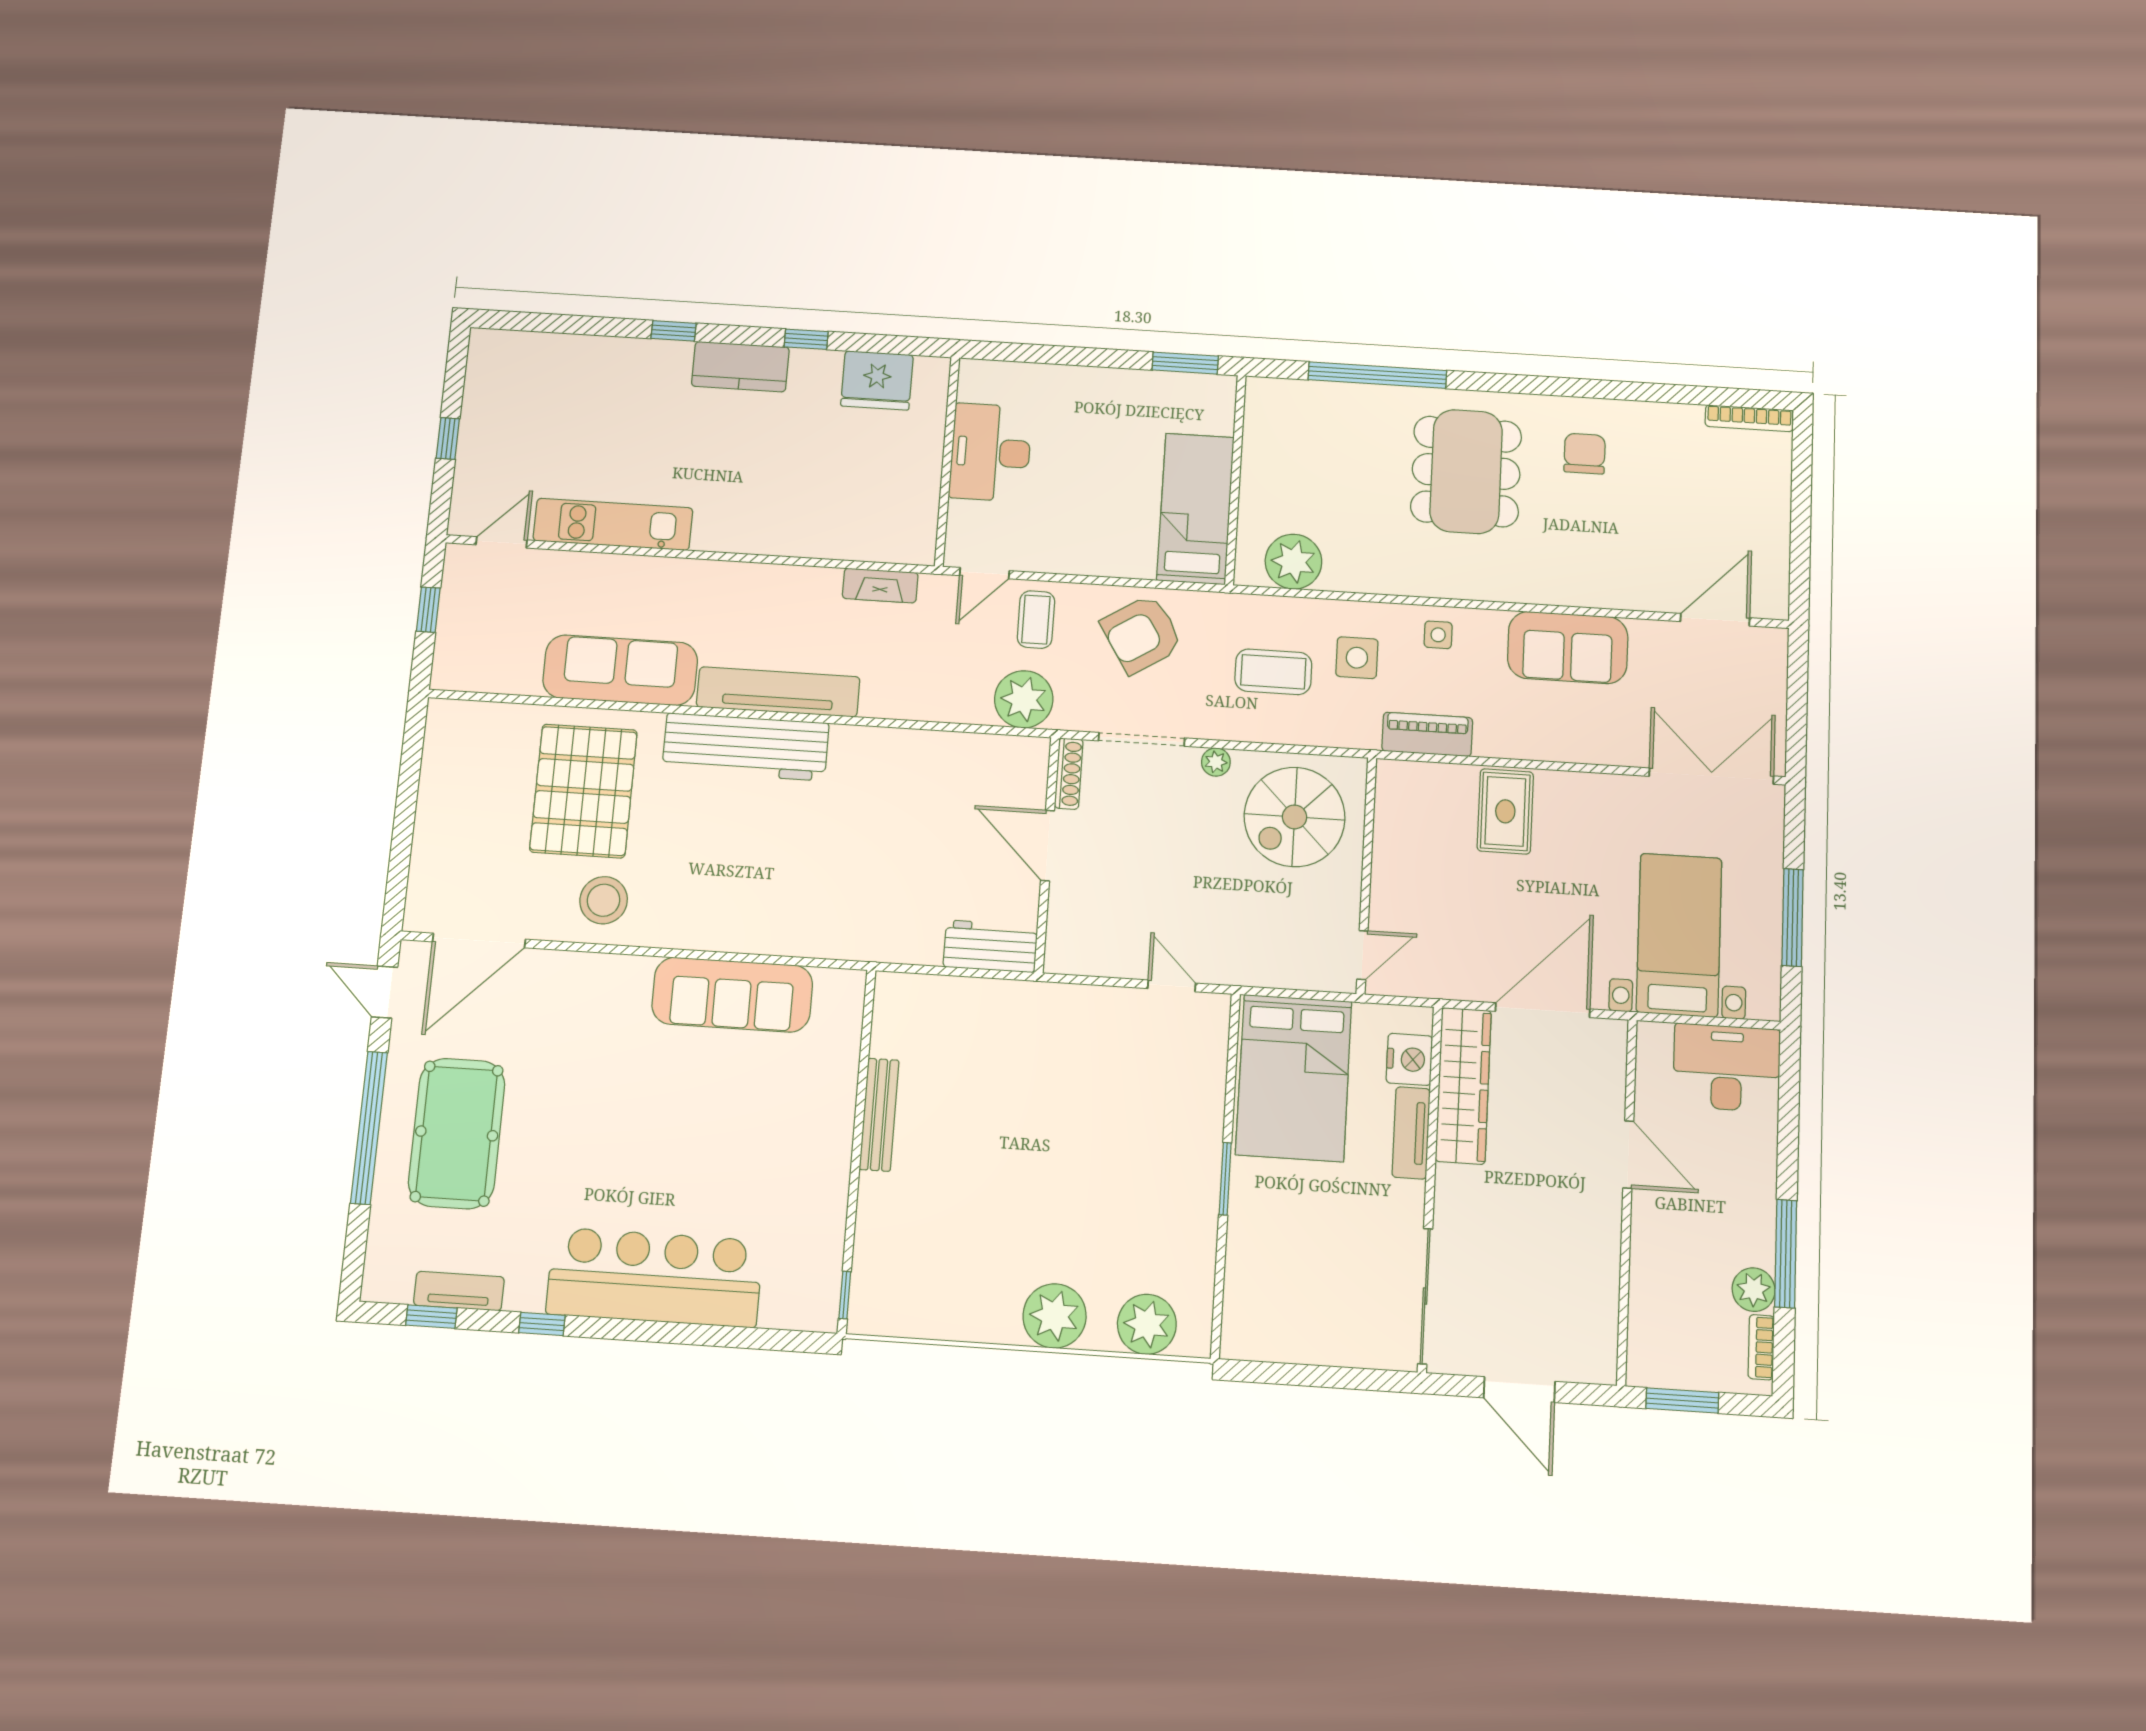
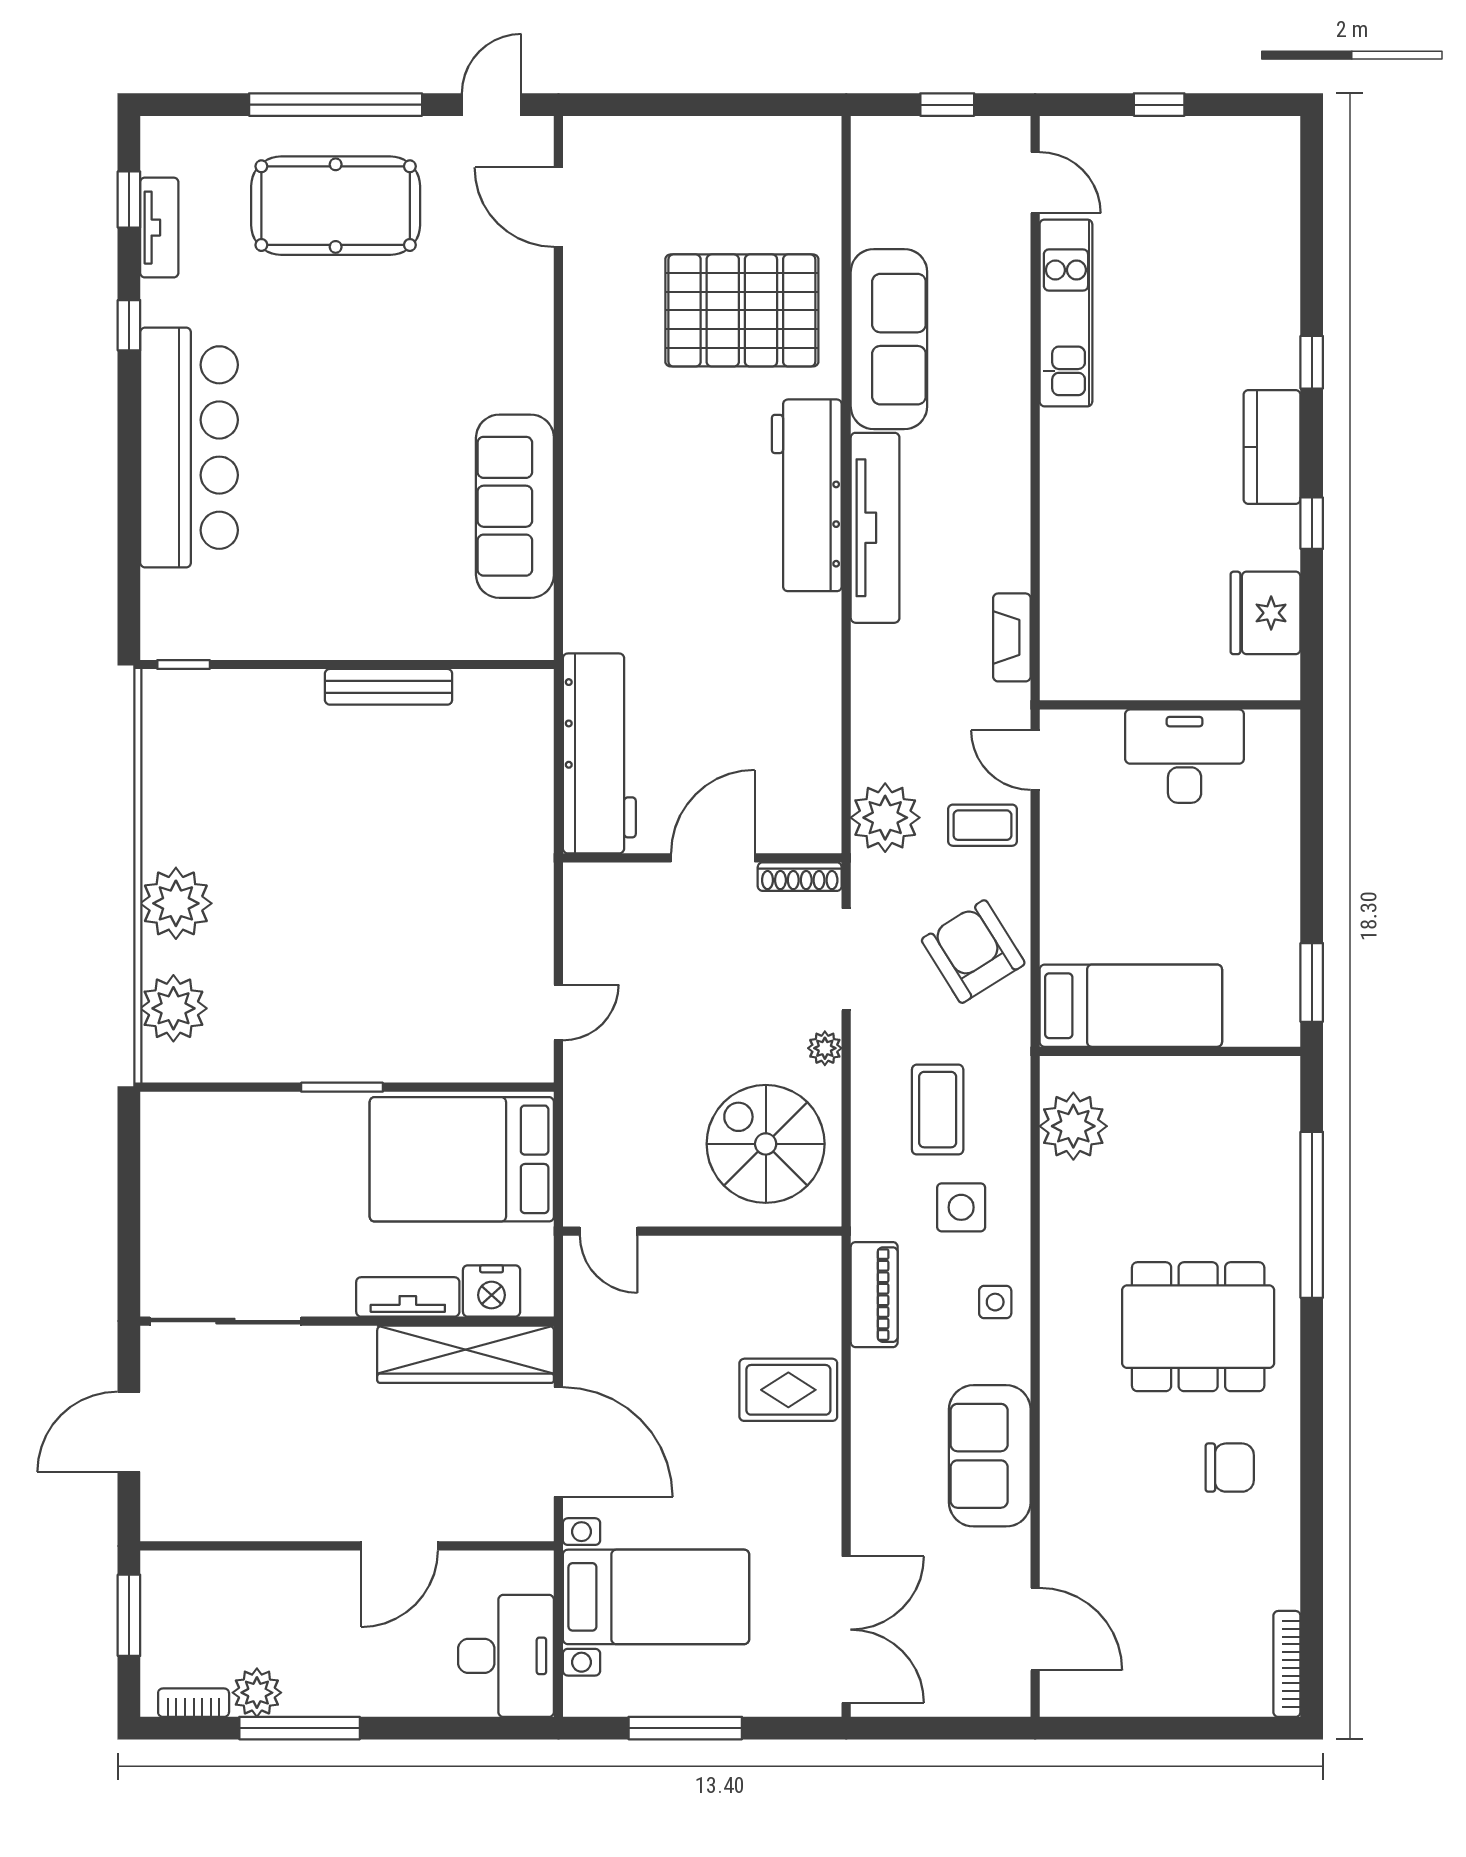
stool: (604, 900) -> (615, 347), removed
door: (479, 941) -> (558, 207), width x0.73
workbench: (991, 946) -> (599, 753), width x1.88, depth x1.32

